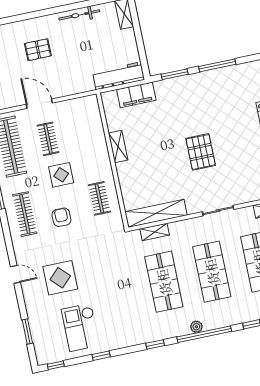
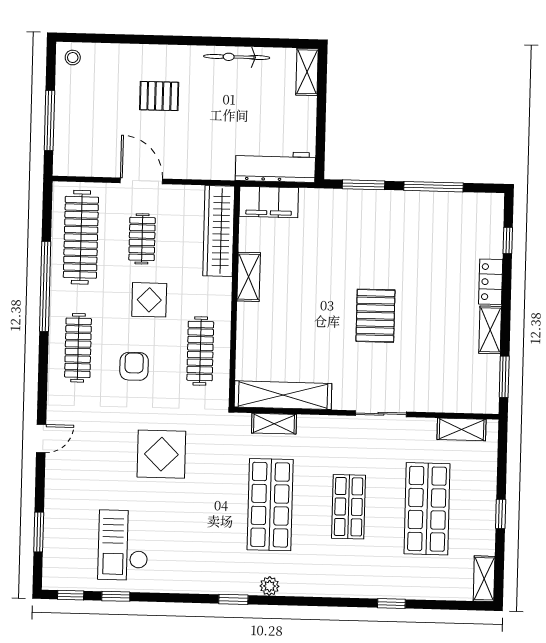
filing cabinet: (136, 95) -> (269, 202), moved
wardrobe: (93, 123) -> (219, 231), added
clothes rail: (99, 198) -> (200, 351), width x1.36
shop shelf: (212, 272) -> (349, 507), width x0.70, depth x0.74
door: (15, 274) -> (41, 438), hinge flipped
display table: (60, 278) -> (161, 454), moved
plant: (196, 327) -> (269, 586), moved
window: (204, 334) -> (314, 601), removed
window: (101, 356) -> (116, 596), moved

